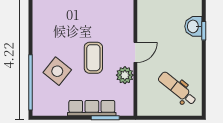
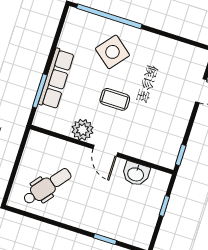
washbasin: (193, 26) -> (136, 174), moved, turned 180
coffee table: (93, 58) -> (115, 99), width x0.73, depth x0.77

